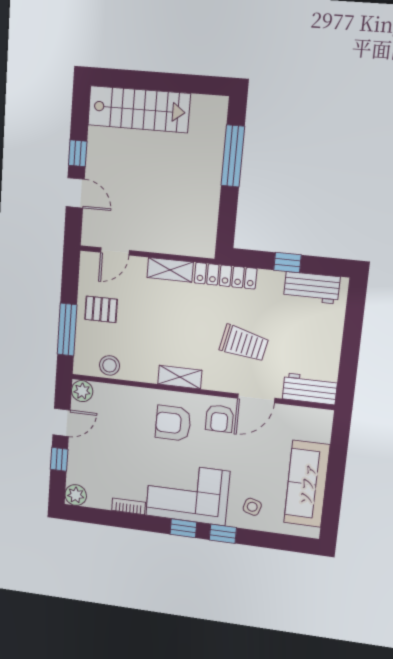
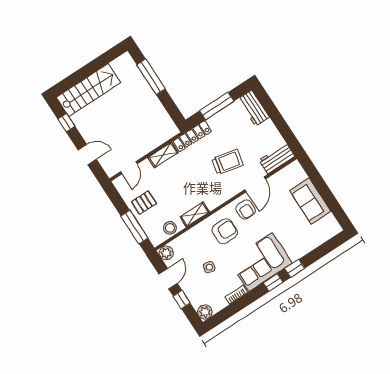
window: (78, 153) -> (66, 123), moved
window: (287, 262) -> (217, 106), width x2.17
workbench: (312, 288) -> (254, 108), moved, turned 90
shelving: (180, 377) -> (195, 214), moved
armchair: (173, 423) -> (225, 231), turned 180
sofa: (307, 484) -> (310, 201), width x0.73
side table: (252, 507) -> (209, 267), moved

